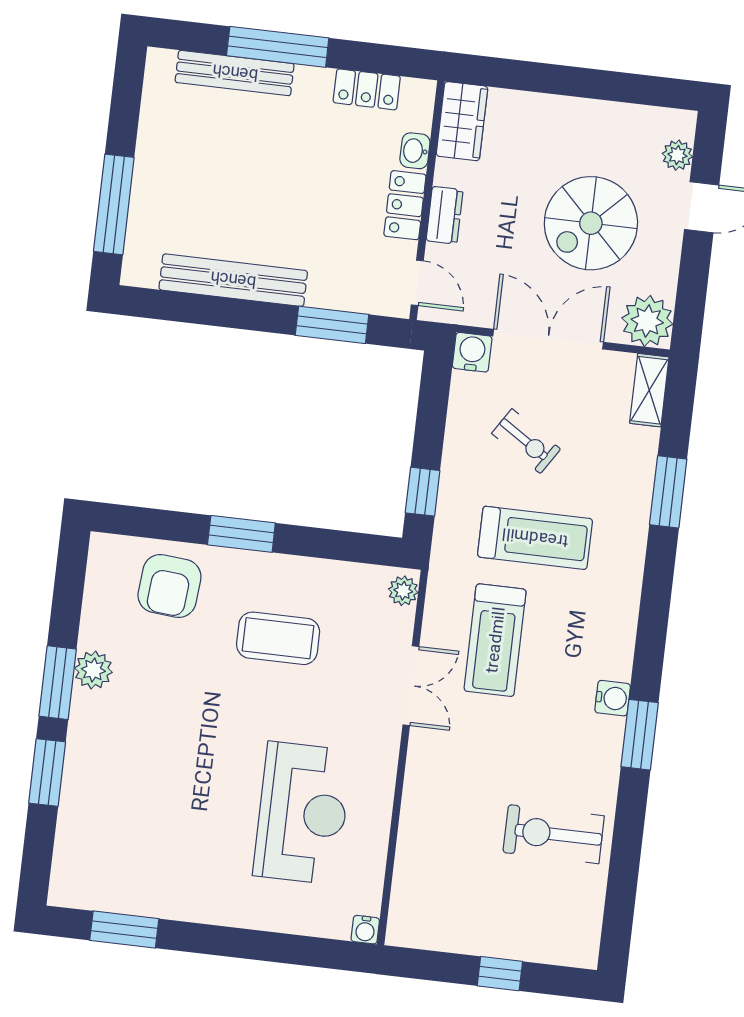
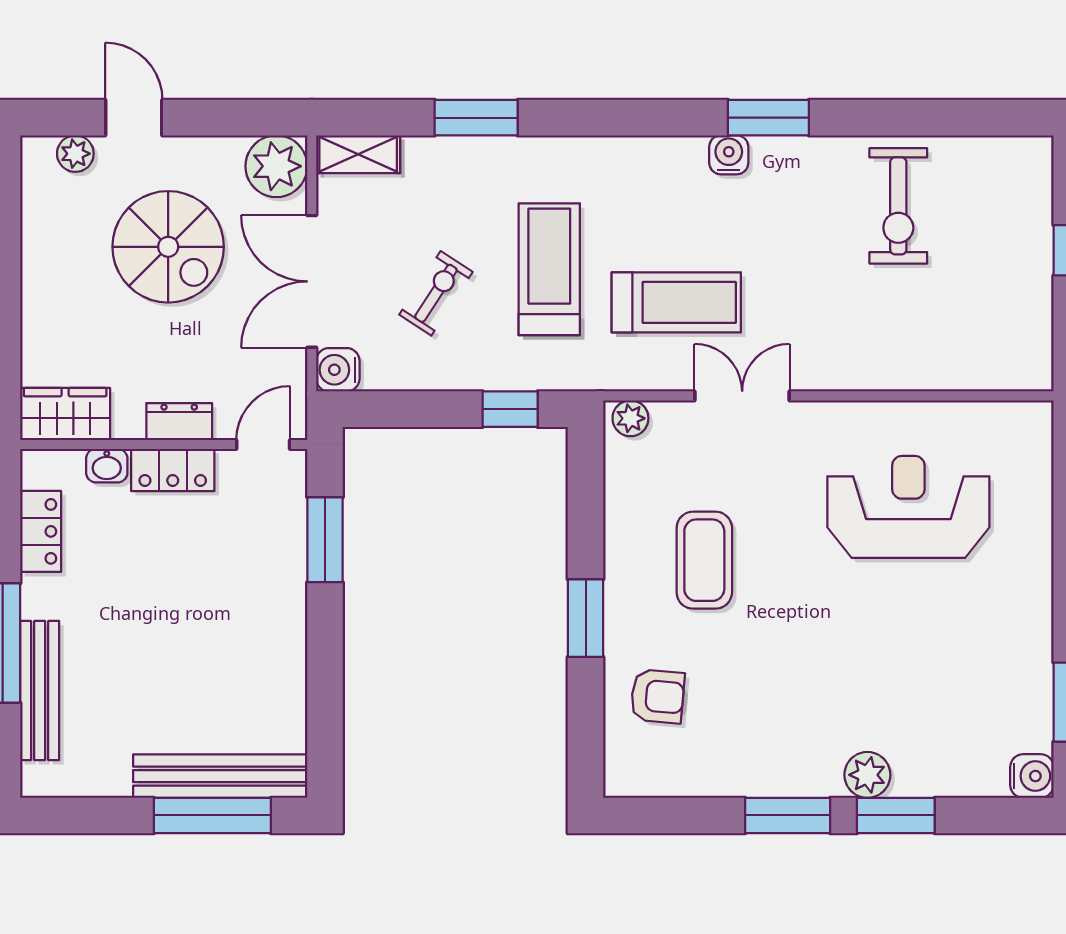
bench: (233, 280) -> (220, 776), moved, turned 90
armchair: (169, 586) -> (657, 696), width x0.72, depth x0.72
plant: (93, 670) -> (867, 775), moved
water cooler: (365, 930) -> (1032, 776), moved, width x1.38, depth x1.38

